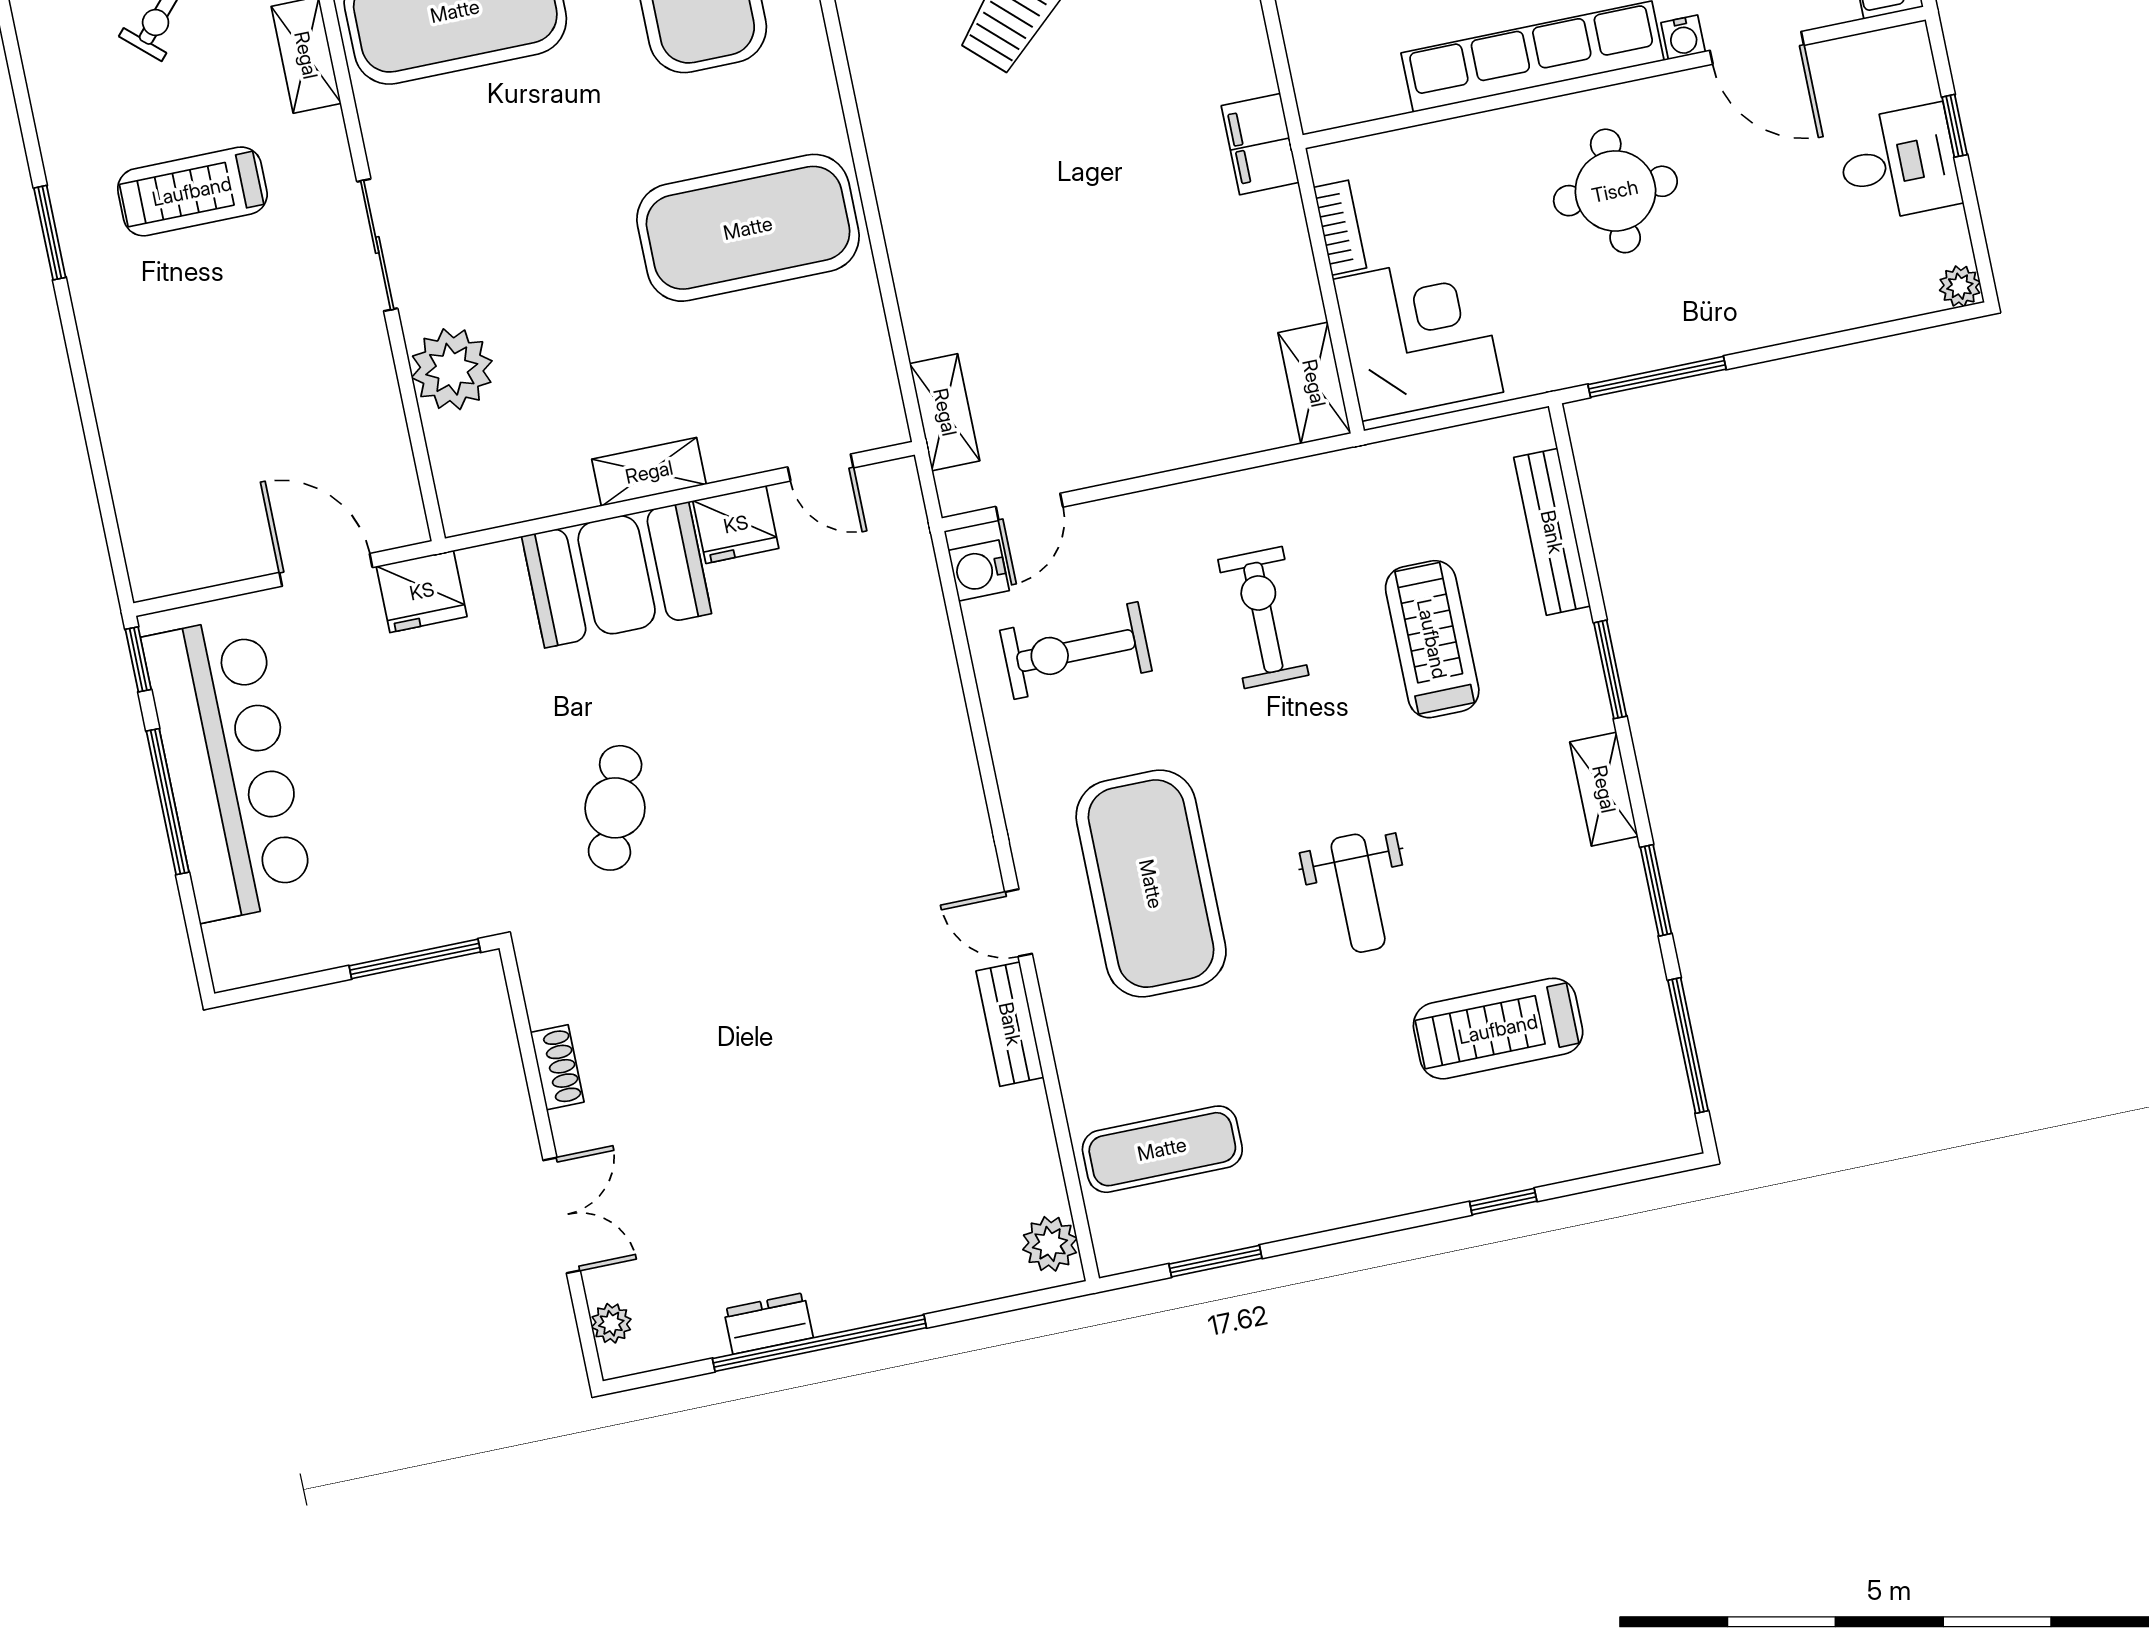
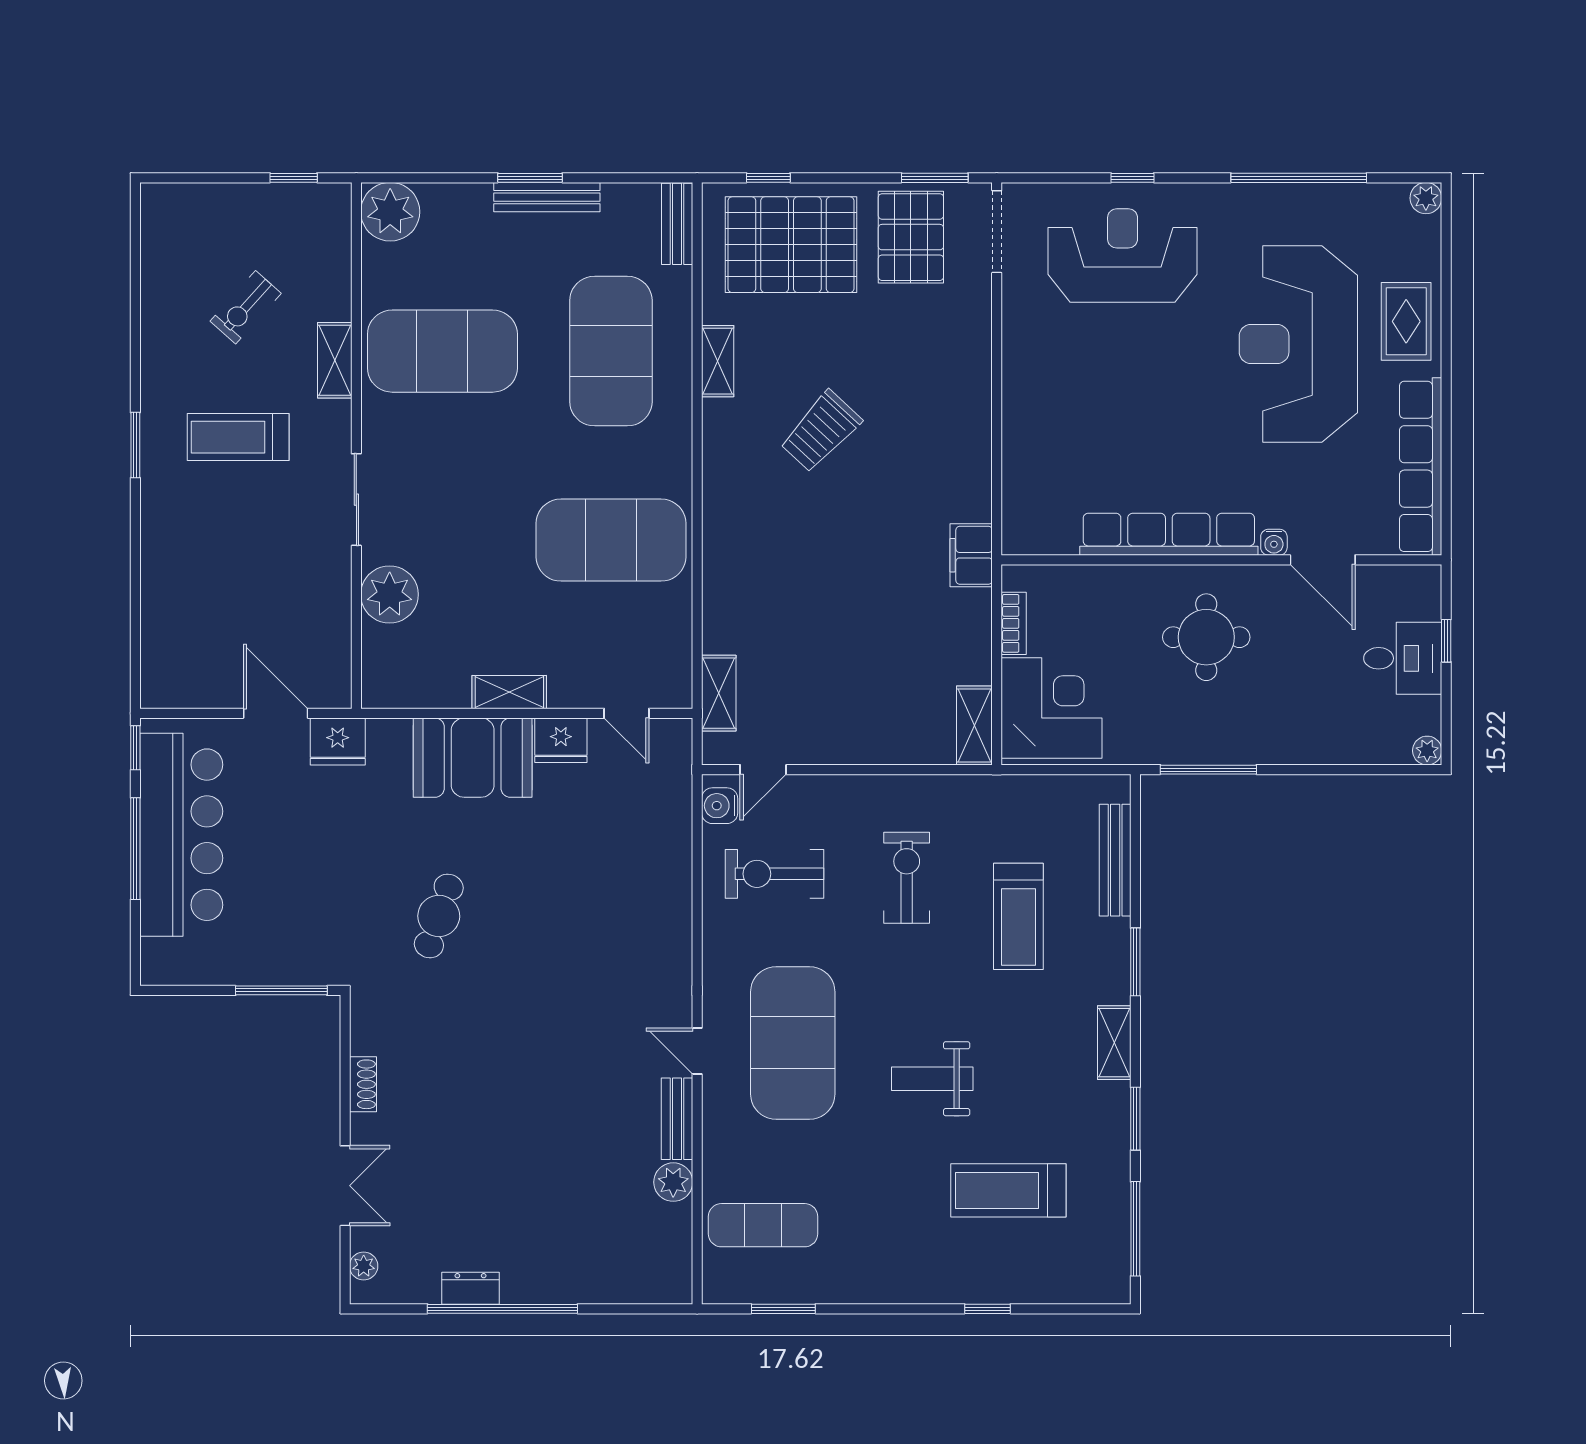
treadmill: (1432, 639) -> (1018, 916), turned 180
weight bench: (1358, 893) -> (932, 1079), turned 90
plant: (1050, 1244) -> (673, 1182), moved

